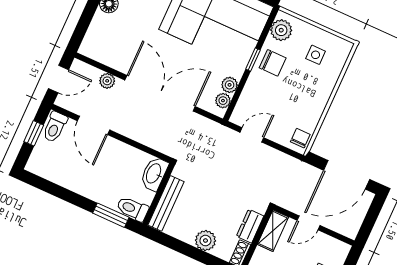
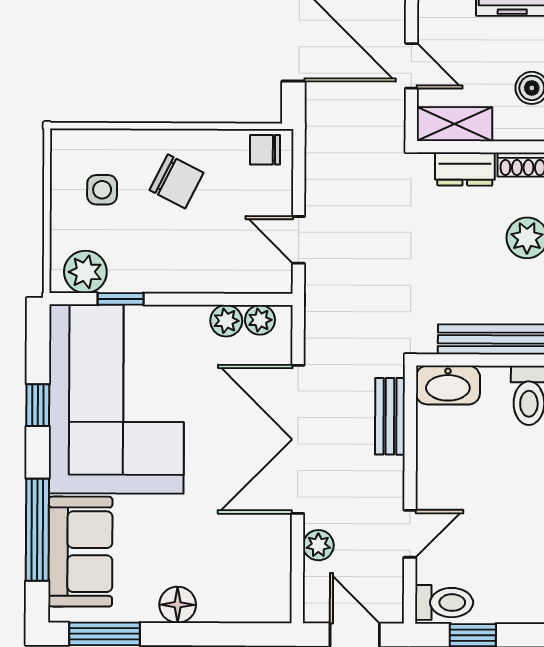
window: (253, 60) -> (121, 299), moved
chair: (273, 63) -> (176, 181), moved, turned 117
door: (93, 125) -> (410, 534), width x0.73
bench: (152, 140) -> (390, 416), added

